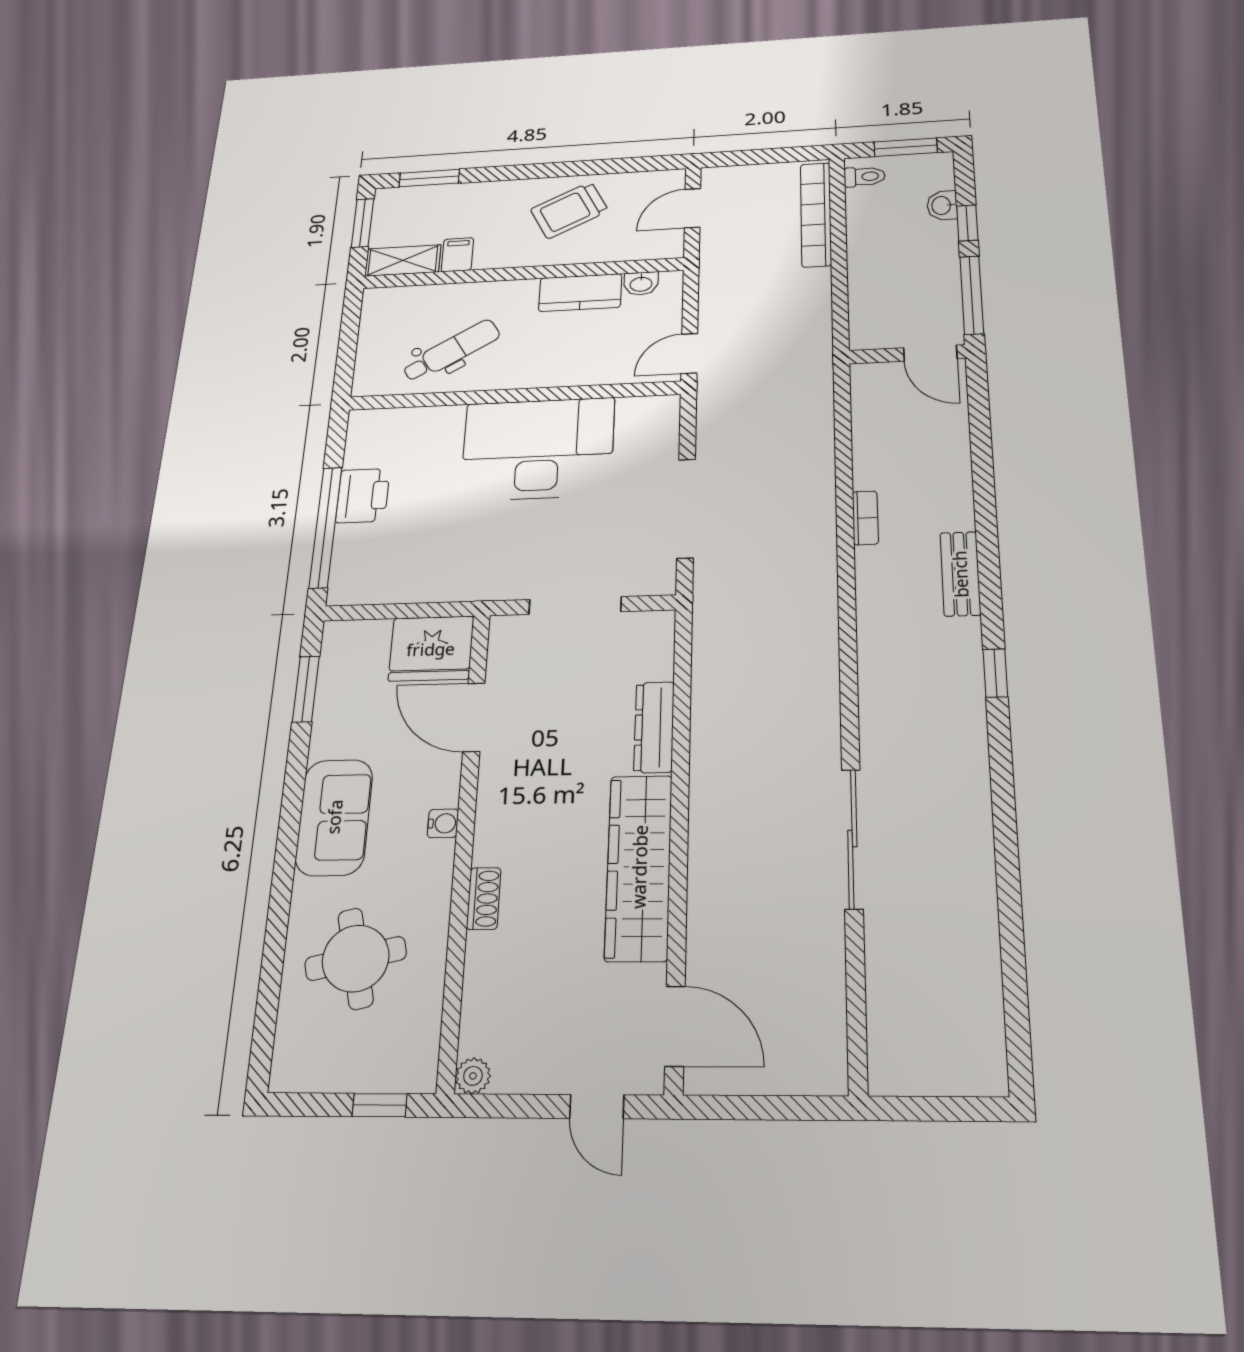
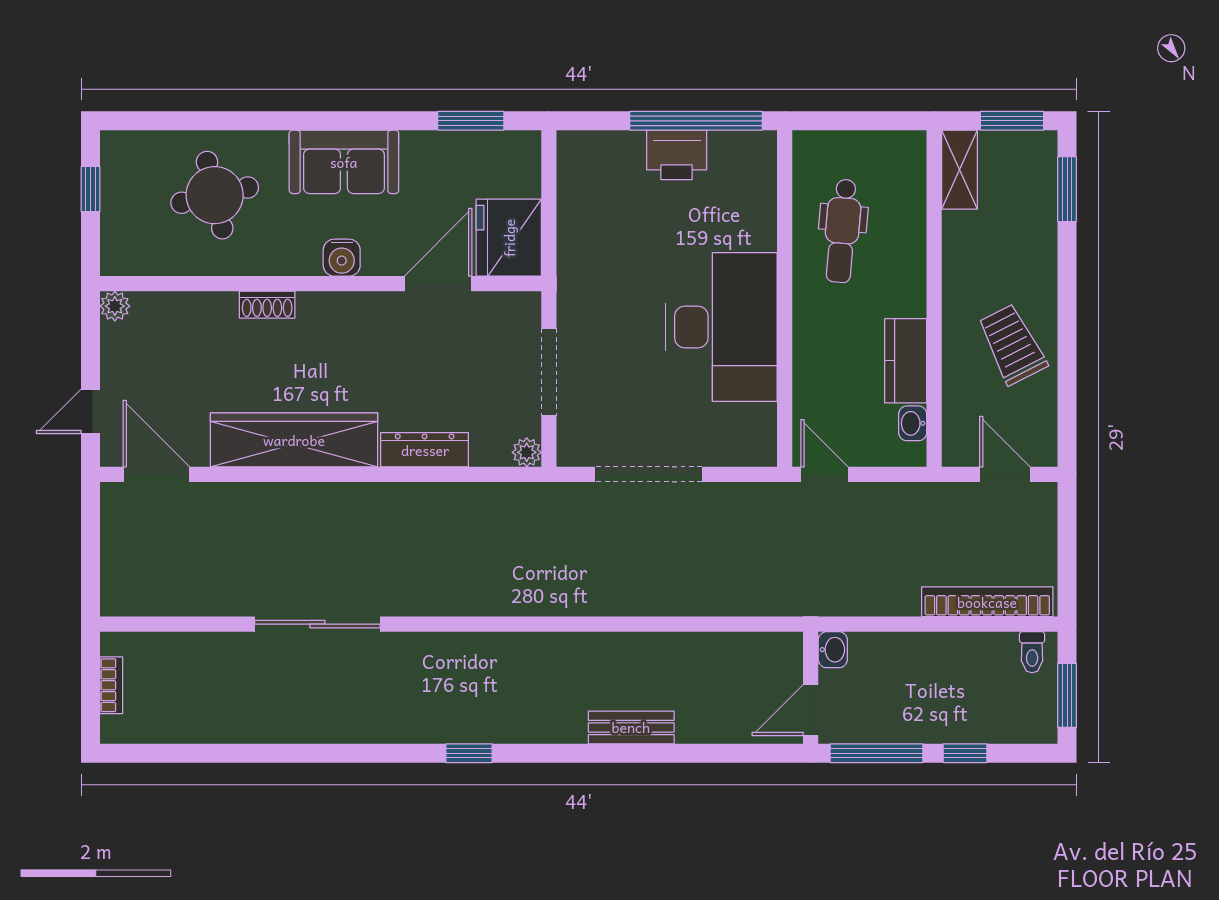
washbasin: (942, 205) -> (833, 650), moved, turned 90
filing cabinet: (457, 255) -> (963, 228), removed
dental chair: (451, 351) -> (842, 231), turned 36
bookcase: (865, 518) -> (111, 685), moved, turned -90
window: (325, 527) -> (696, 121), moved
bench: (960, 574) -> (631, 727), moved
plant: (660, 624) -> (527, 452), added
water cooler: (443, 823) -> (342, 258), width x1.38, depth x1.38
door: (675, 1026) -> (156, 474), swing flipped
window: (380, 1105) -> (90, 189), moved

